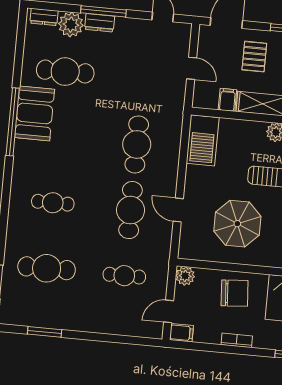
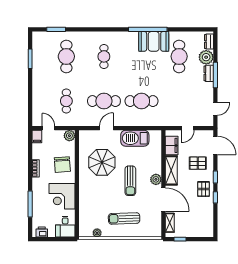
filing cabinet: (227, 100) -> (172, 145), width x2.00
barbecue: (203, 140) -> (135, 138), moved

